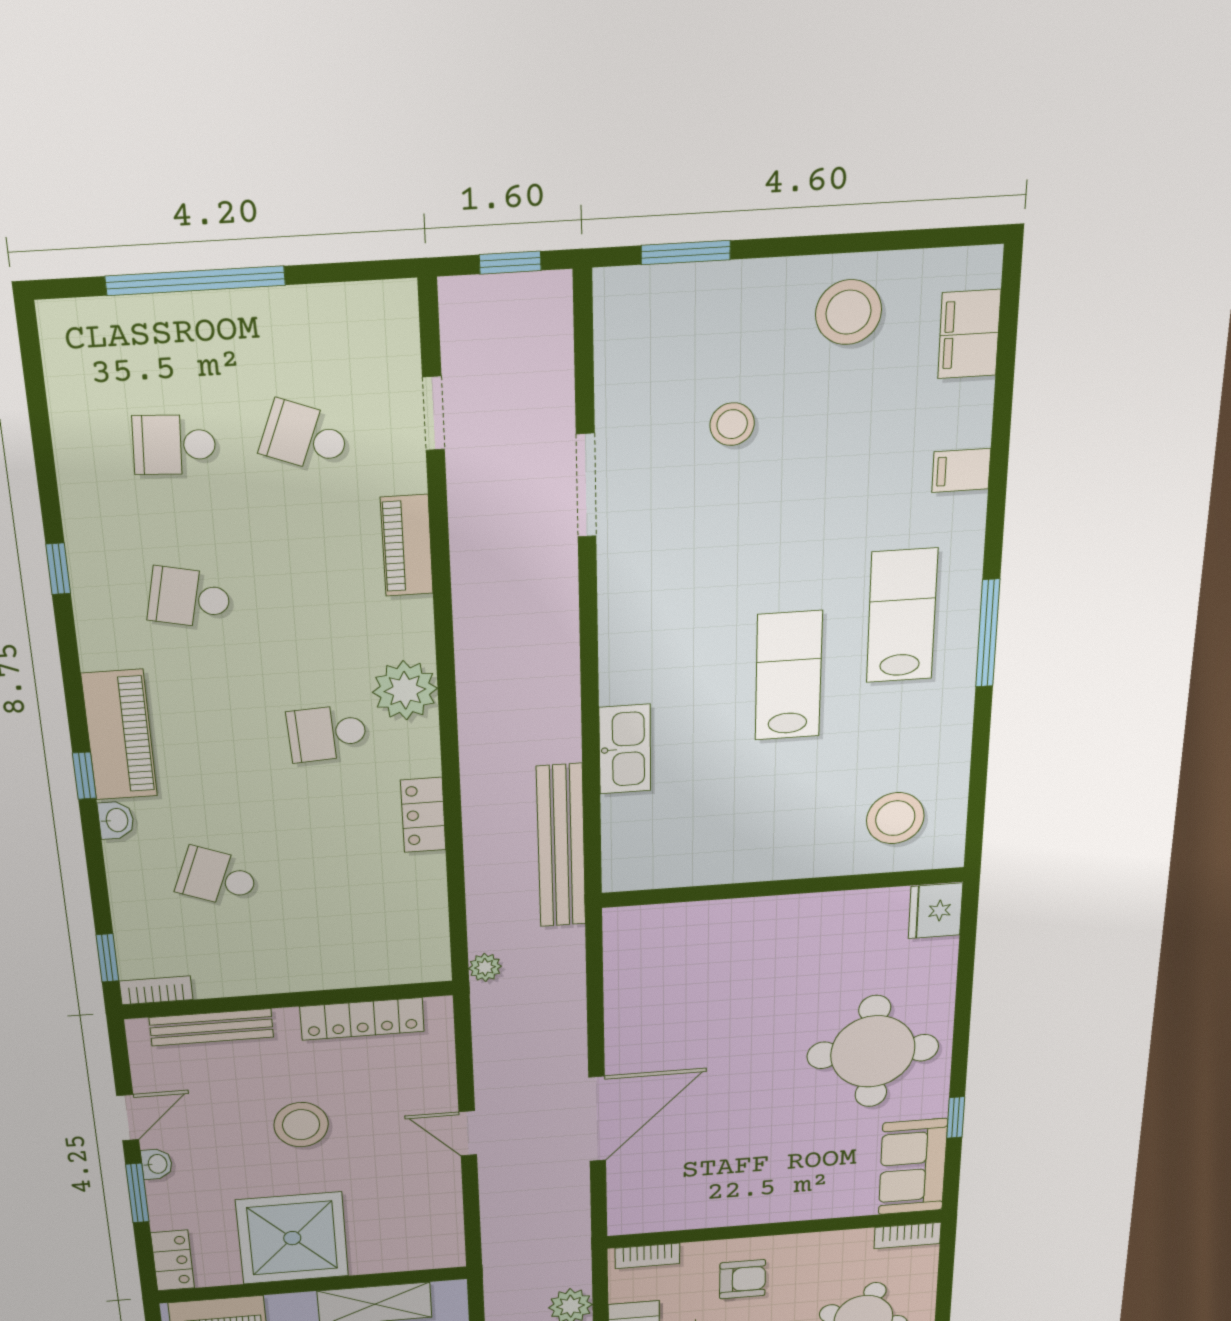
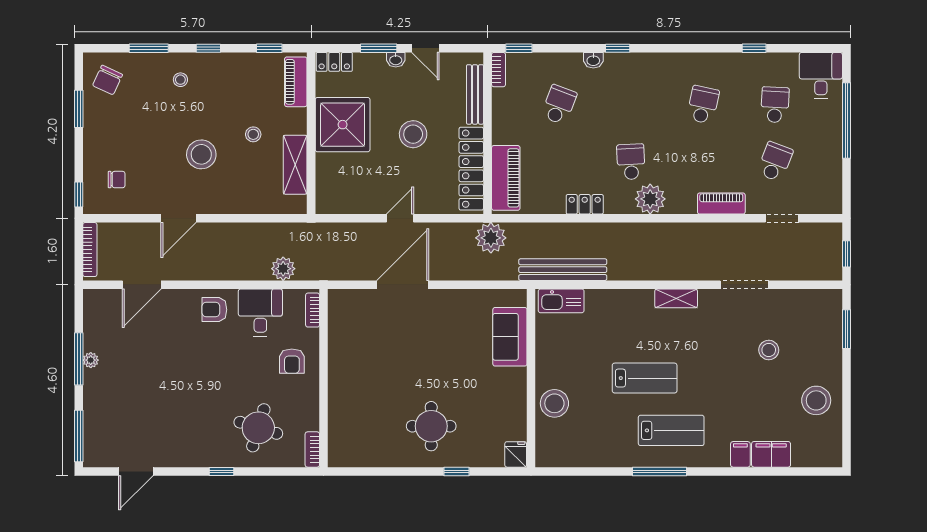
filing cabinet: (969, 334) -> (771, 454), moved
desk: (95, 346) -> (821, 75), added
window: (58, 569) -> (754, 48), moved
shelving: (618, 625) -> (676, 298), added
piano: (119, 735) -> (506, 178), moved, turned -90
kitchen sink: (625, 749) -> (561, 301), moved
stool: (895, 818) -> (554, 403), moved
fridge: (936, 911) -> (516, 454), width x0.72
plant: (485, 967) -> (491, 238), width x1.87, depth x1.87
locker: (362, 1019) -> (471, 169), width x1.41, depth x1.21
round table: (873, 1051) -> (431, 426), width x0.73, depth x0.73
window: (956, 1117) -> (456, 471), moved
door: (597, 1119) -> (403, 285), swing flipped
sofa: (913, 1167) -> (510, 337), moved, turned -90

